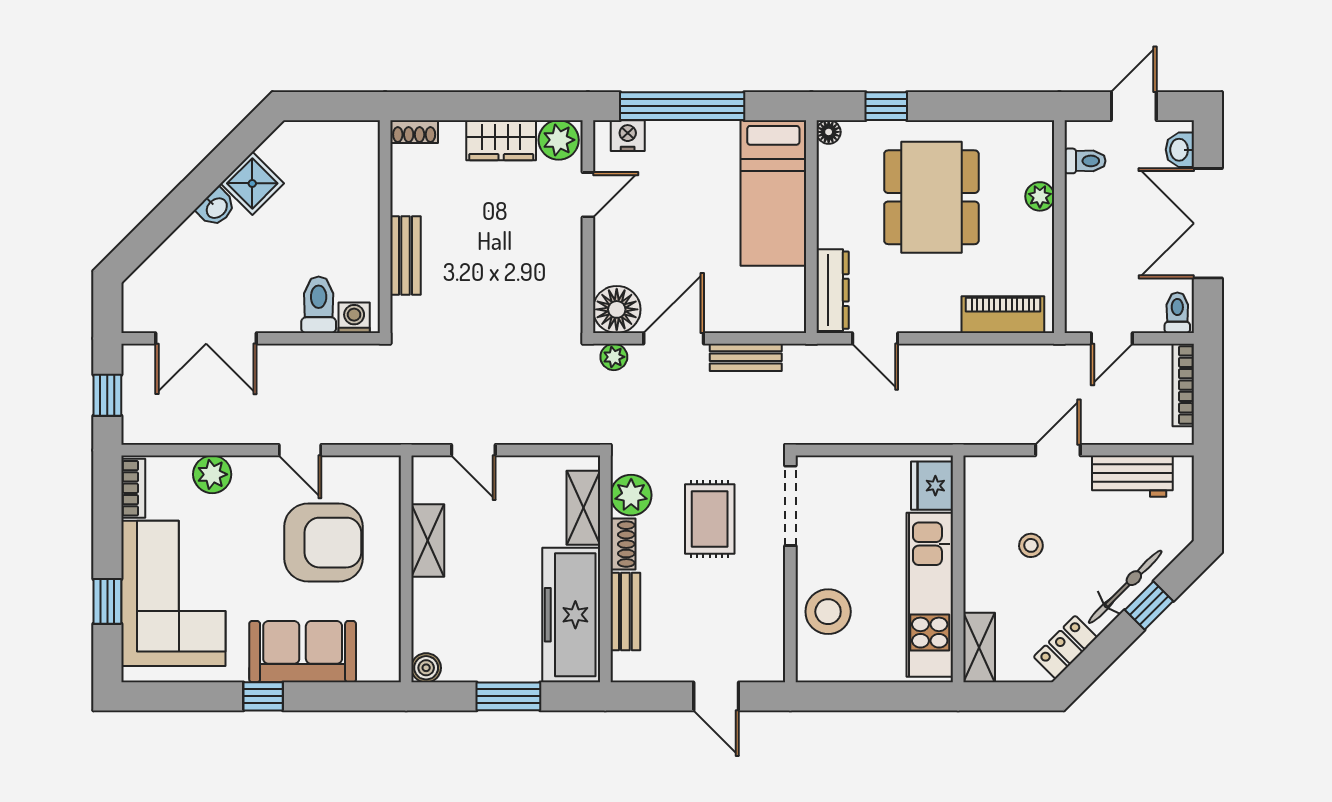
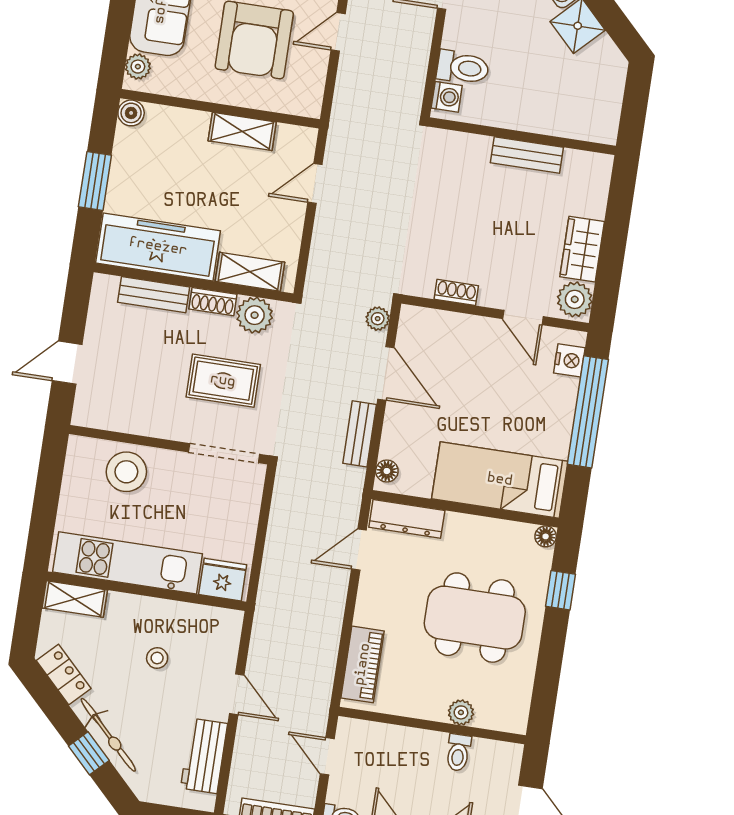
shoe rack: (414, 132) -> (456, 292), moved, turned 90
toilet: (1085, 161) -> (458, 753), moved
bench: (405, 256) -> (527, 155), moved
floor lamp: (617, 309) -> (387, 471), moved, width x0.53, depth x0.53
plant: (373, 668) -> (138, 67), added

